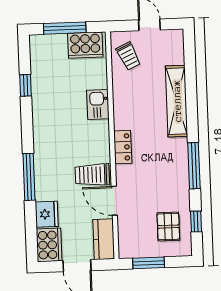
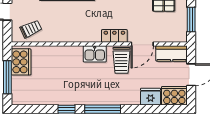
window: (25, 85) -> (67, 109), moved
kitchen sink: (98, 104) -> (95, 54), moved
locker: (123, 147) -> (114, 36), moved
window: (29, 177) -> (103, 109), moved

